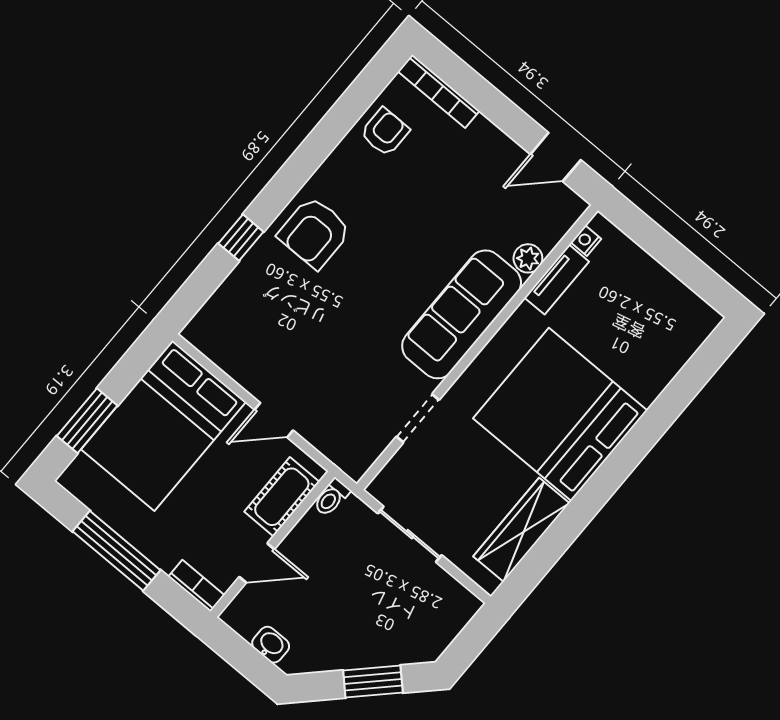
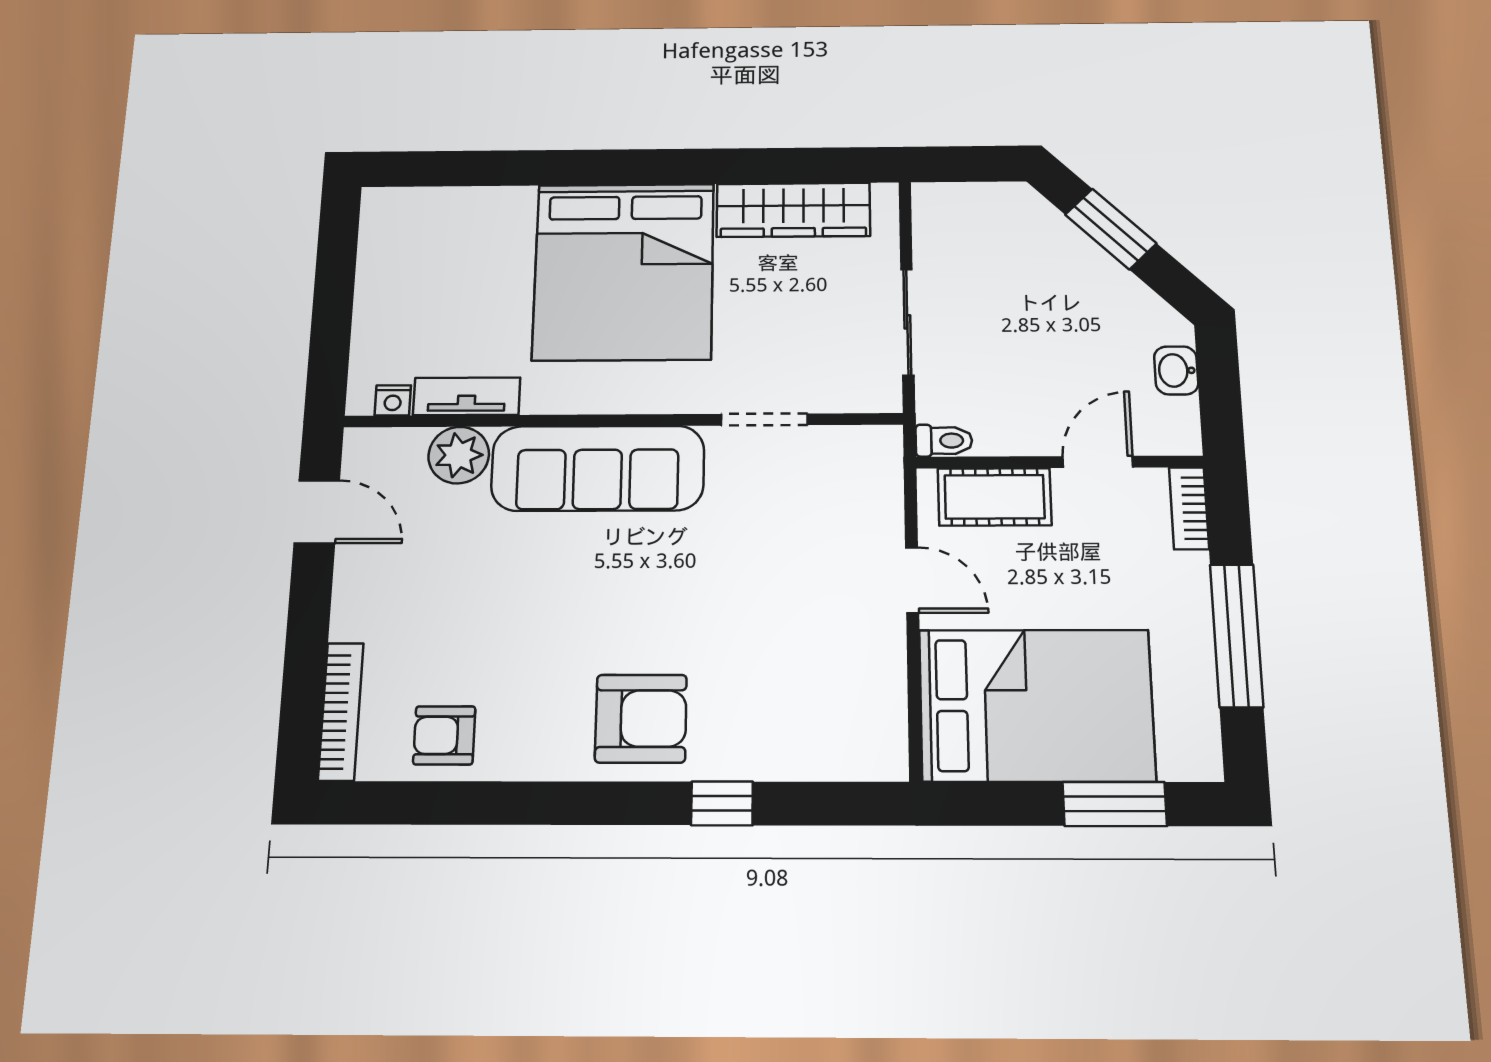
plant: (528, 258) -> (459, 455), width x1.38, depth x1.38
door: (257, 563) -> (1098, 462), hinge flipped

